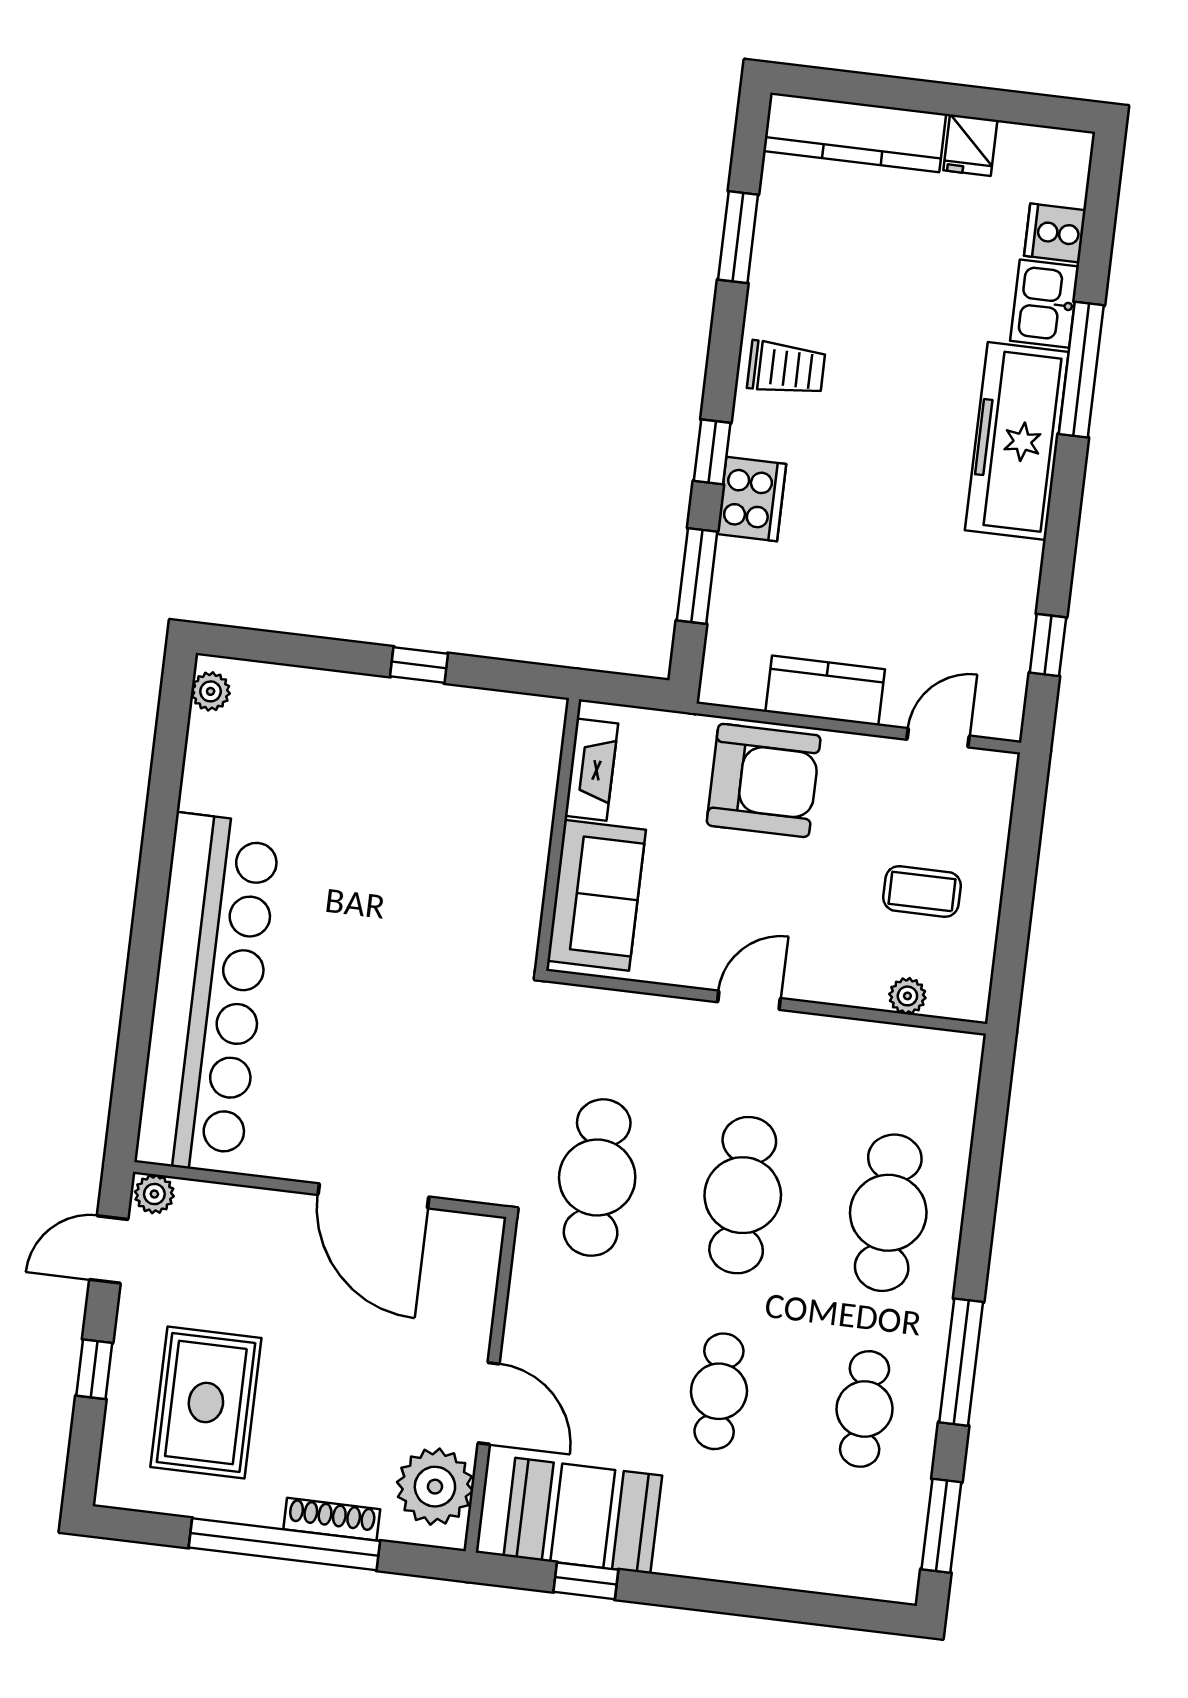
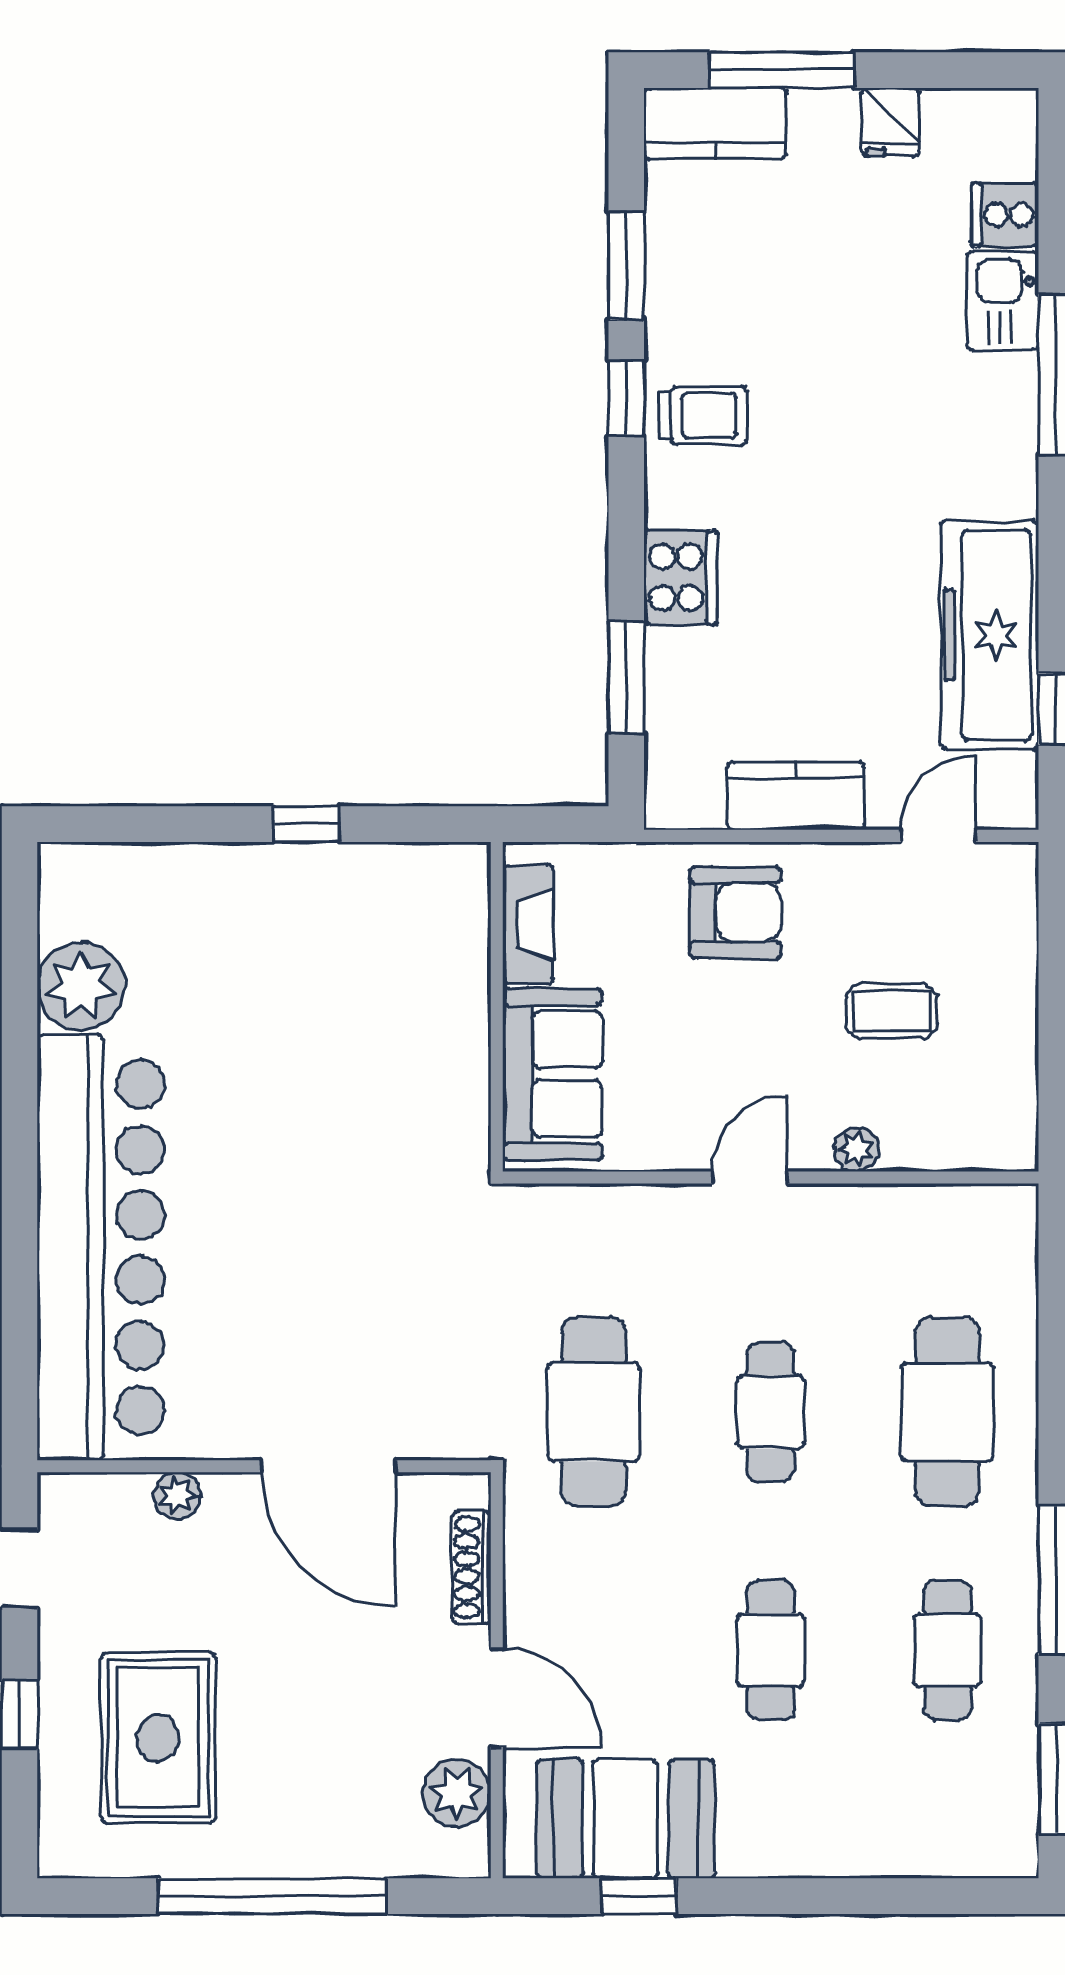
window: (886, 92) -> (782, 70), added
kitchen counter: (855, 132) -> (715, 123), width x0.67
freezer: (1017, 441) -> (989, 635), moved
window: (712, 452) -> (626, 398), moved
plant: (211, 691) -> (81, 986), moved, width x1.88, depth x1.88
armchair: (764, 780) -> (736, 912), width x0.73, depth x0.73
coffee table: (922, 891) -> (891, 1011), moved
plant: (907, 996) -> (857, 1150), moved
plant: (154, 1194) -> (177, 1496), moved
cafe table: (743, 1195) -> (771, 1412), width x0.73, depth x0.74
plant: (435, 1487) -> (457, 1793), width x0.73, depth x0.73
shoe rack: (332, 1519) -> (472, 1568), moved, turned -90

